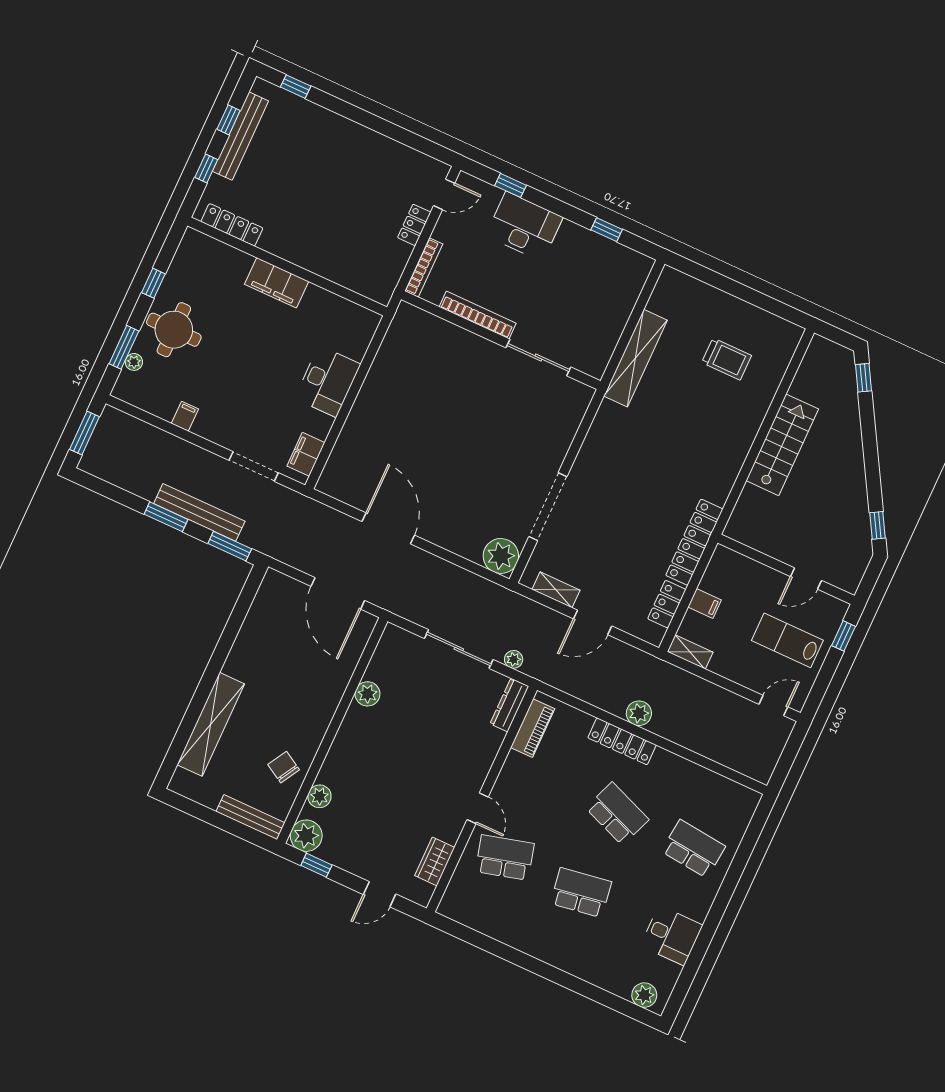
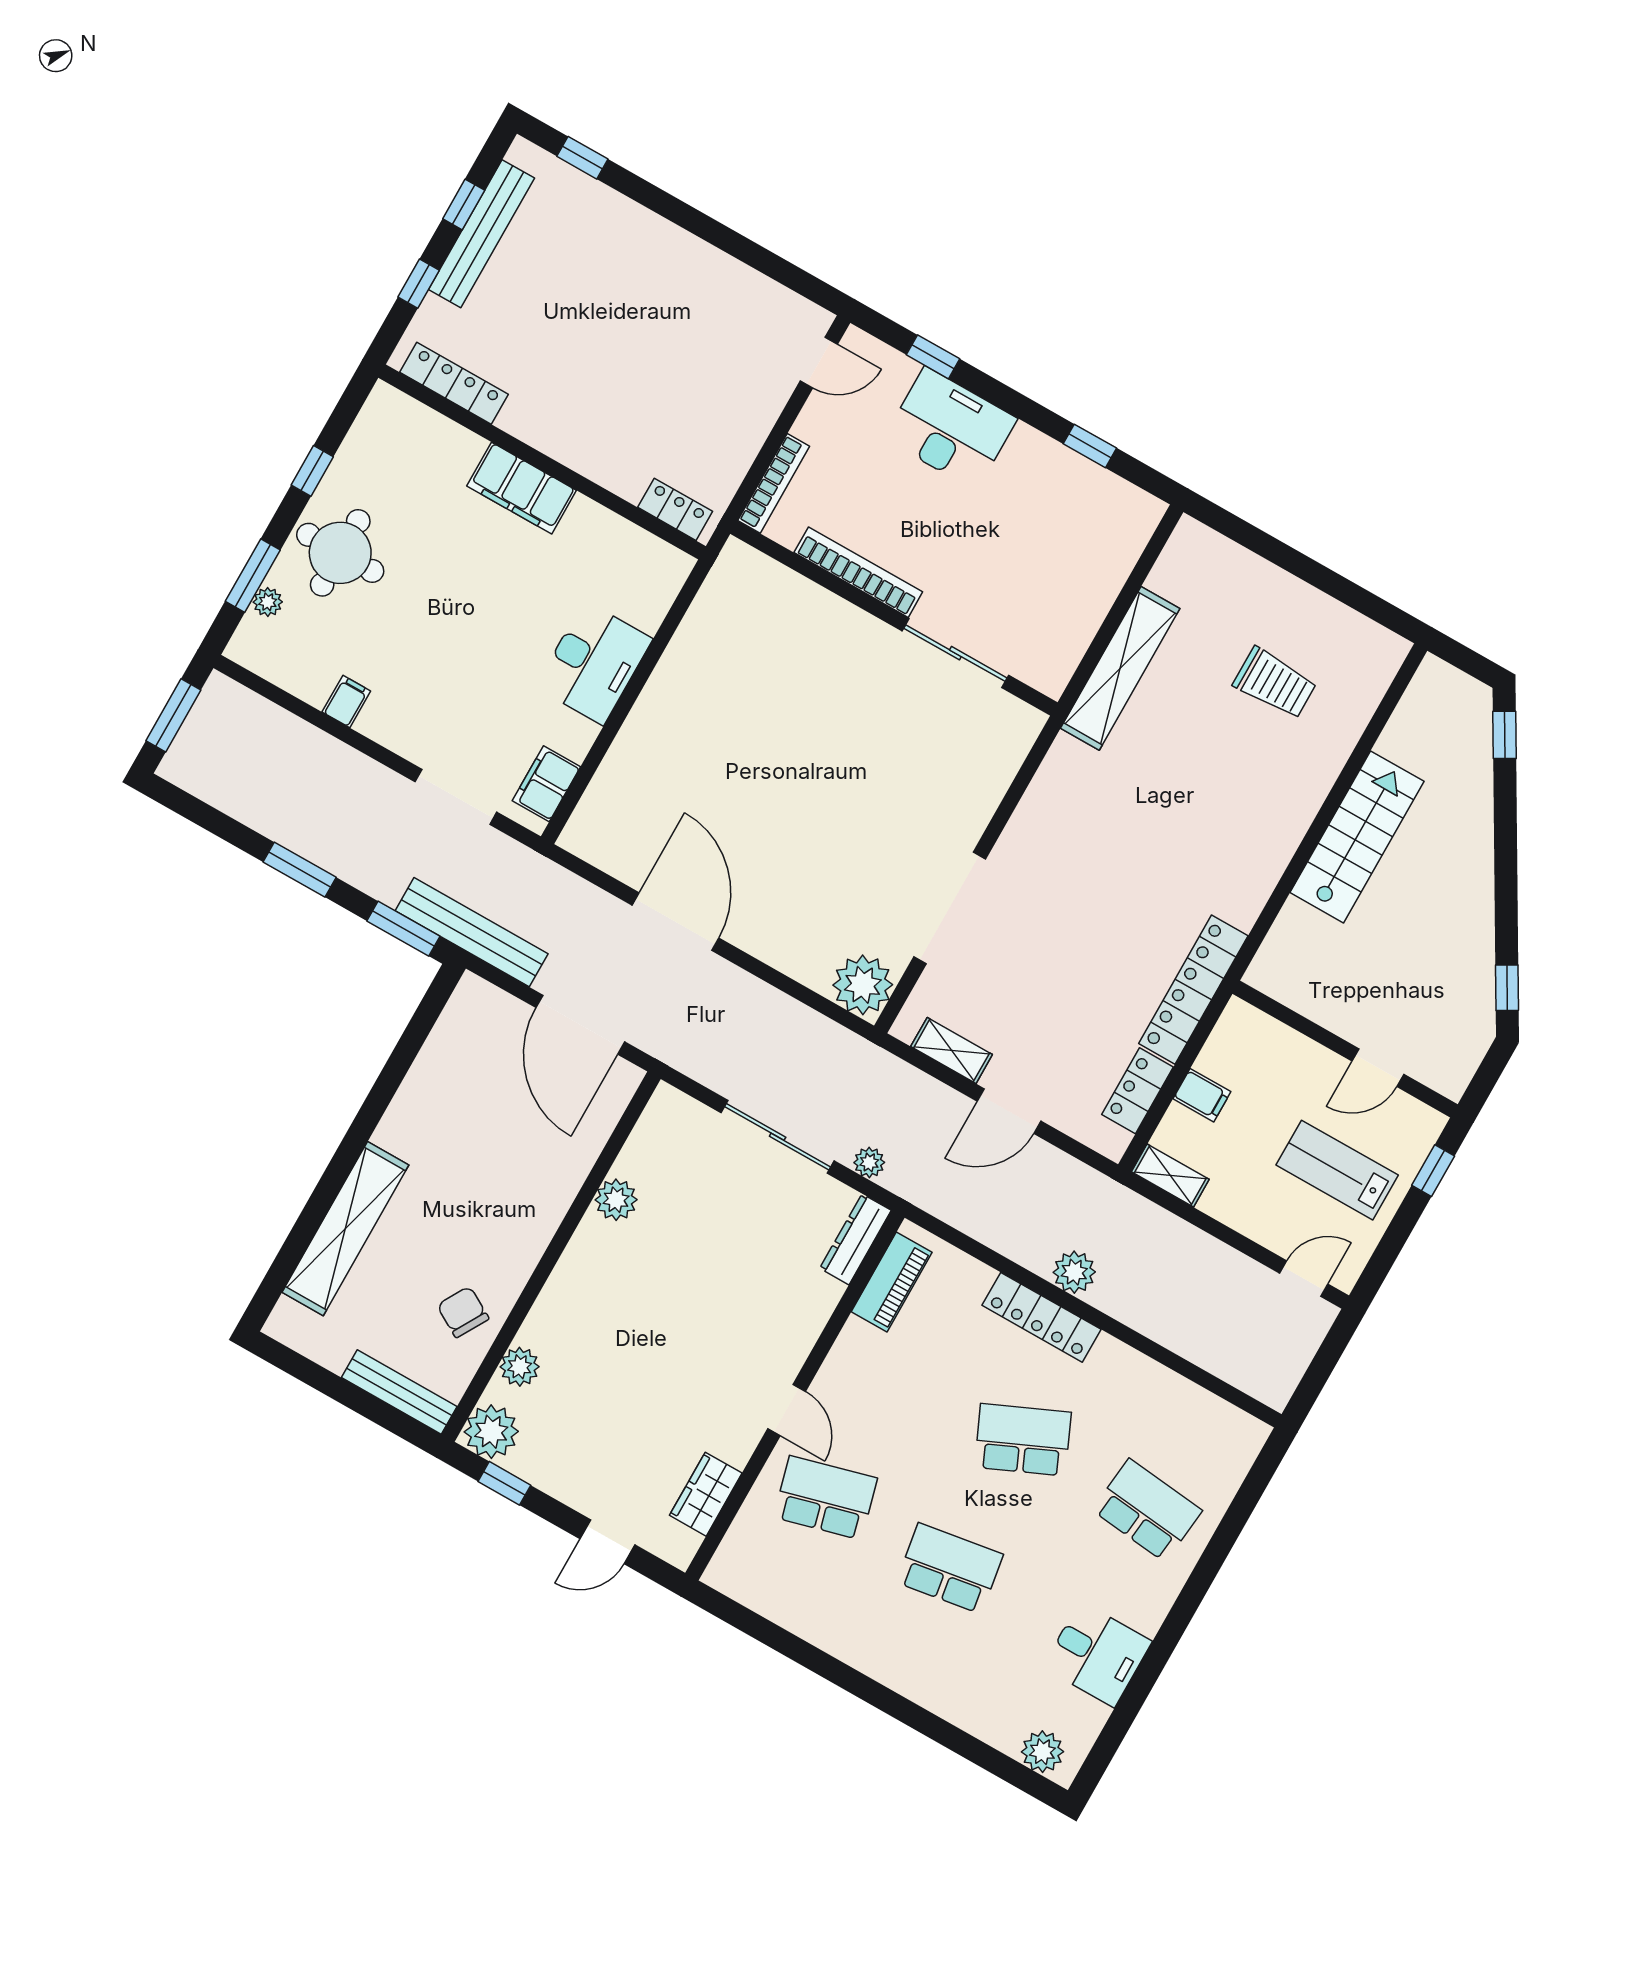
locker: (414, 225) -> (675, 509), moved, turned 90
bench: (199, 512) -> (472, 932), moved
school desk: (617, 814) -> (1023, 1440), turned -45

